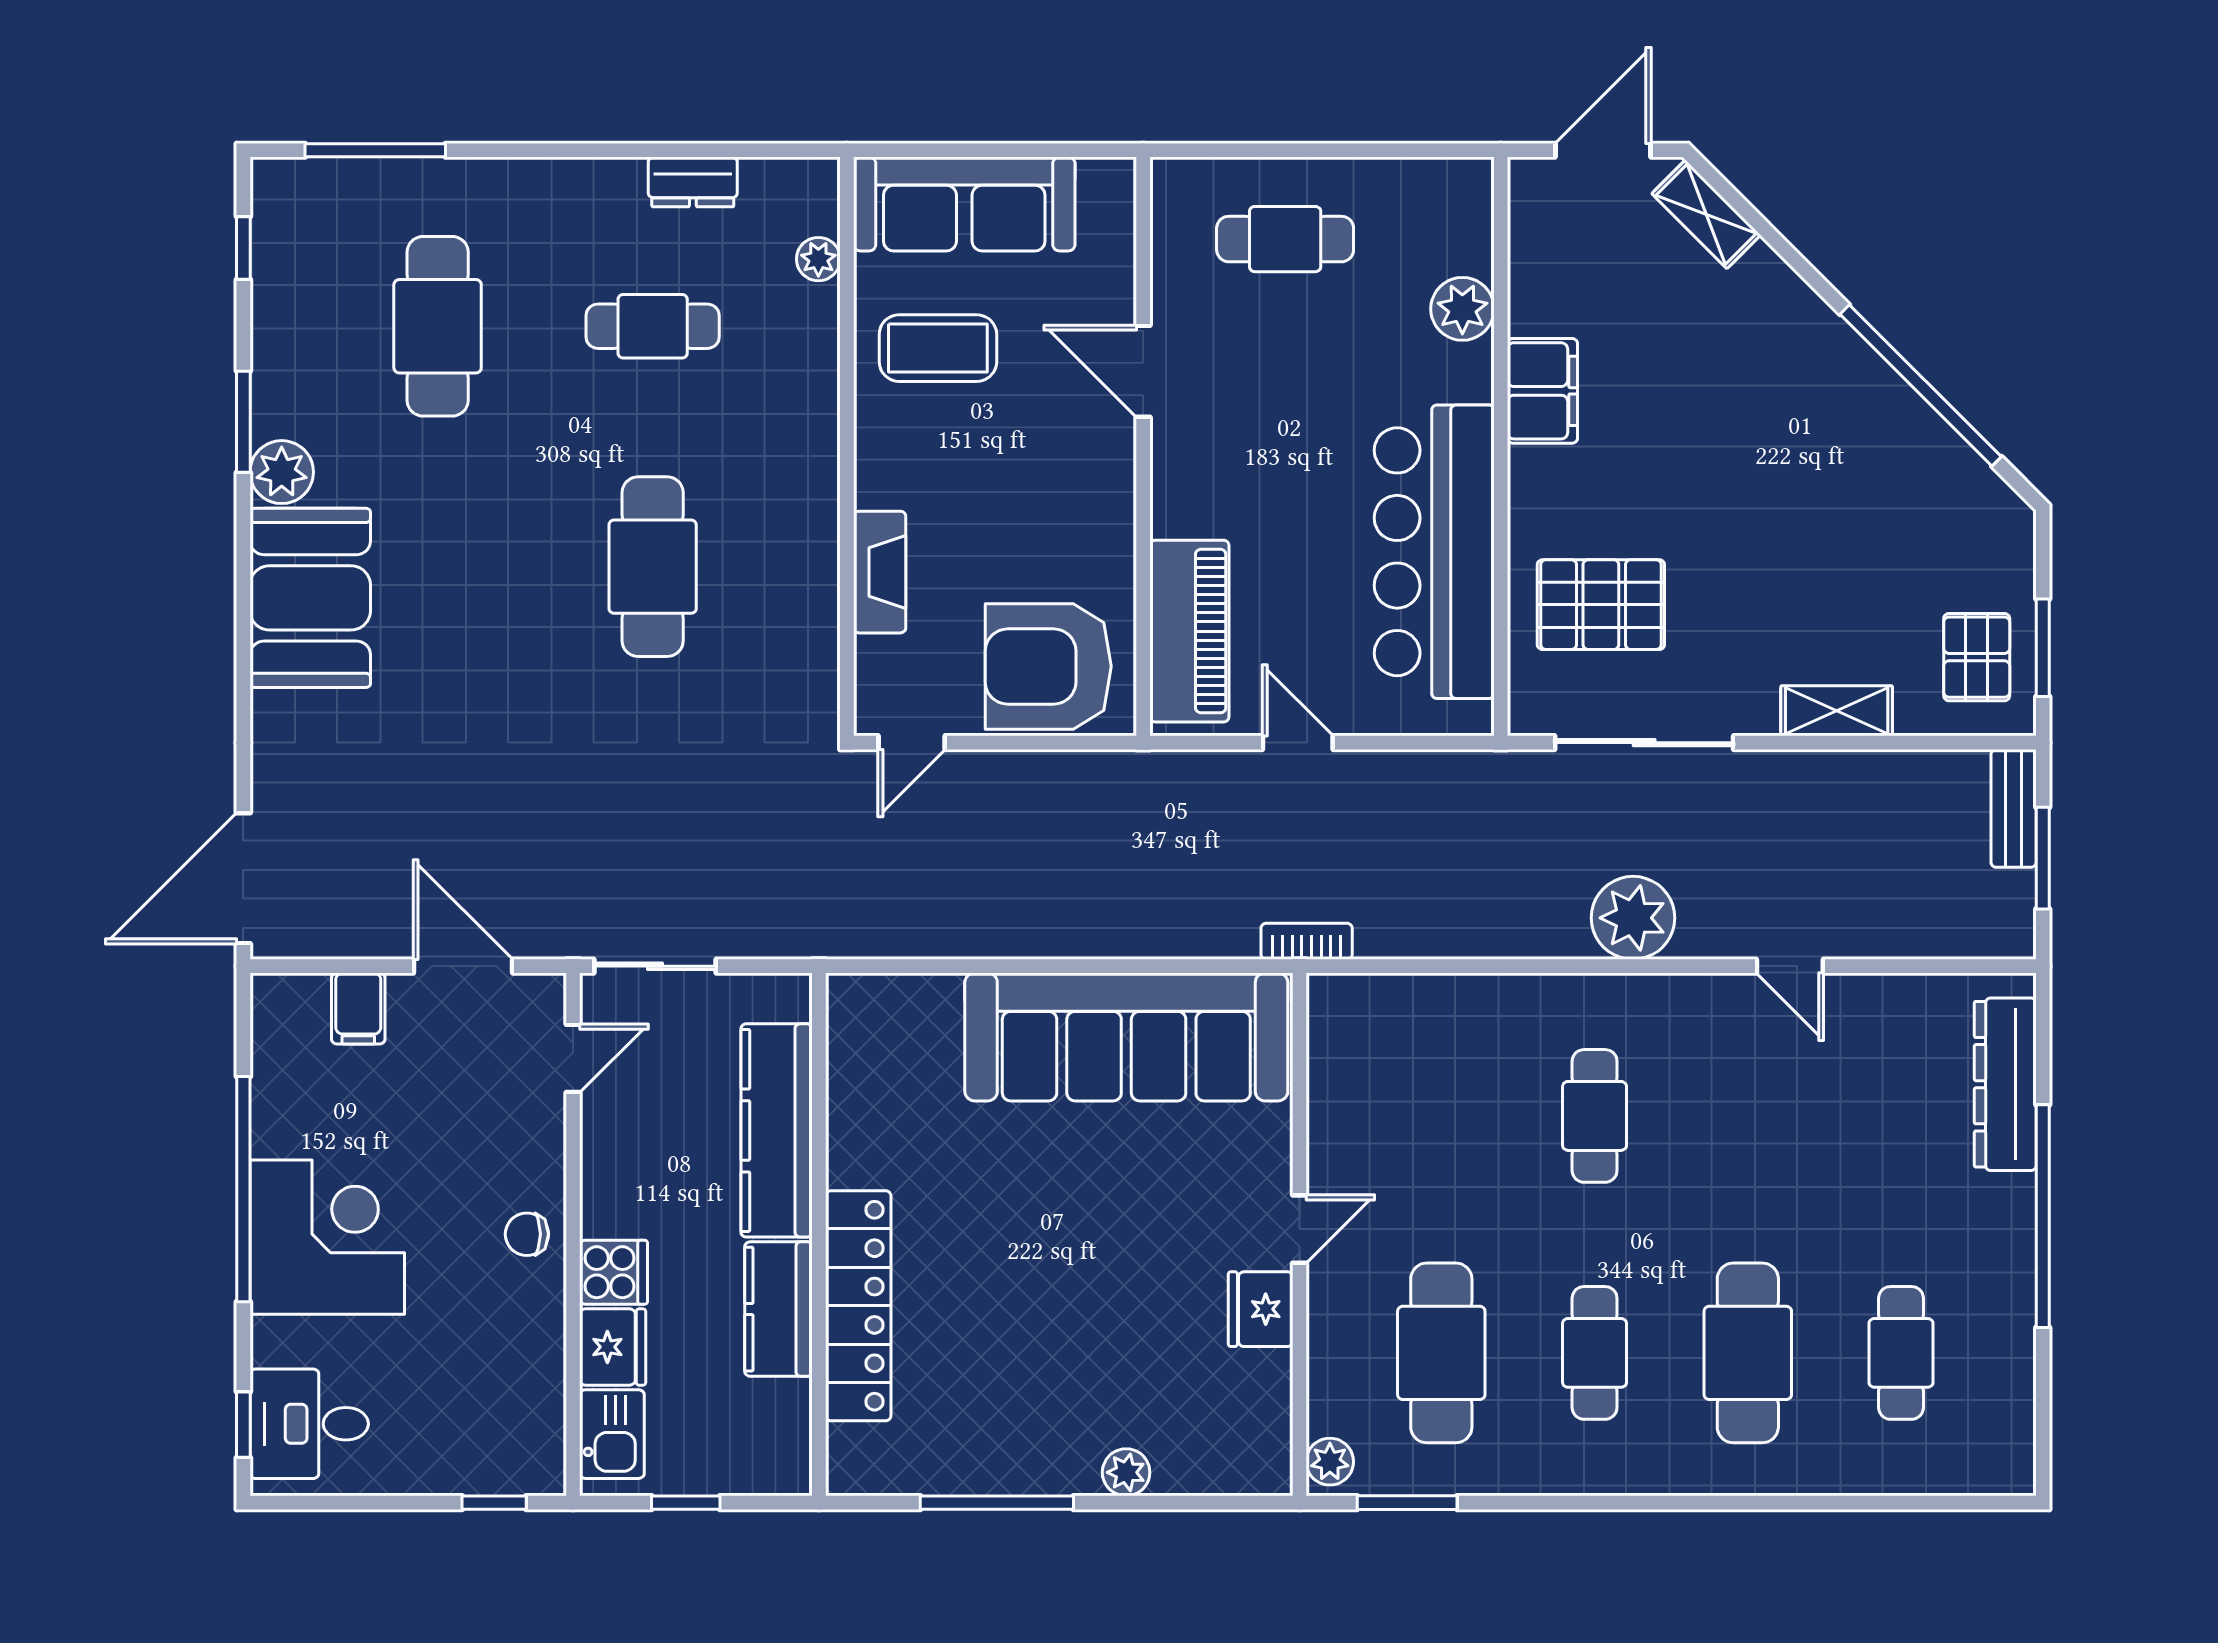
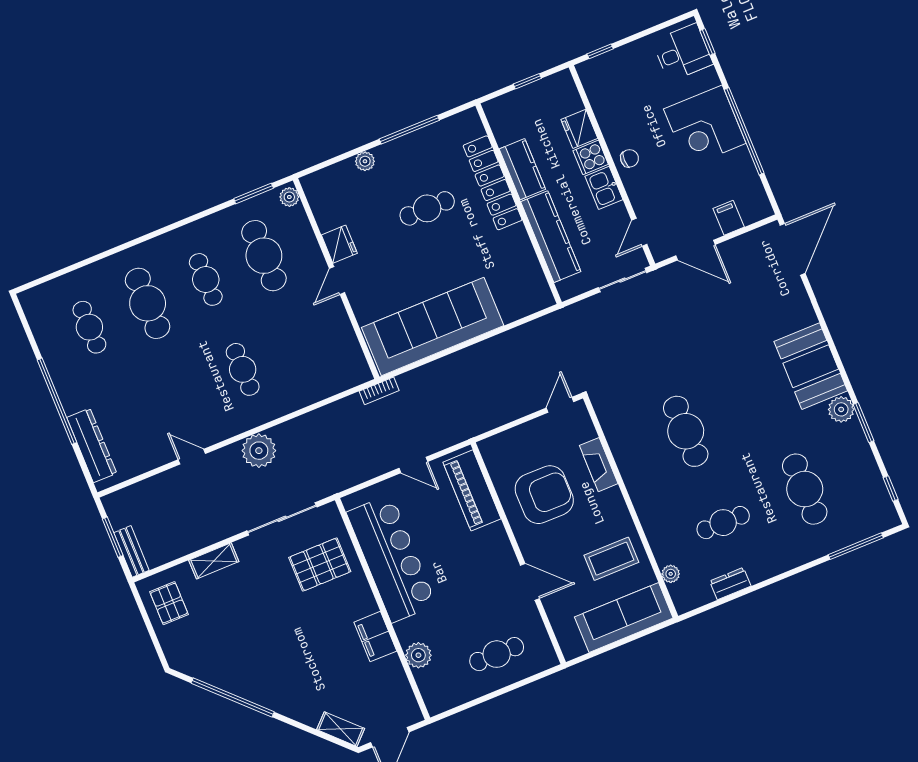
window: (2043, 648) -> (145, 617), removed
armchair: (1048, 666) -> (544, 495), moved
cafe table: (1030, 1308) -> (427, 208), added
kitchen sink: (612, 1434) -> (604, 188), moved

